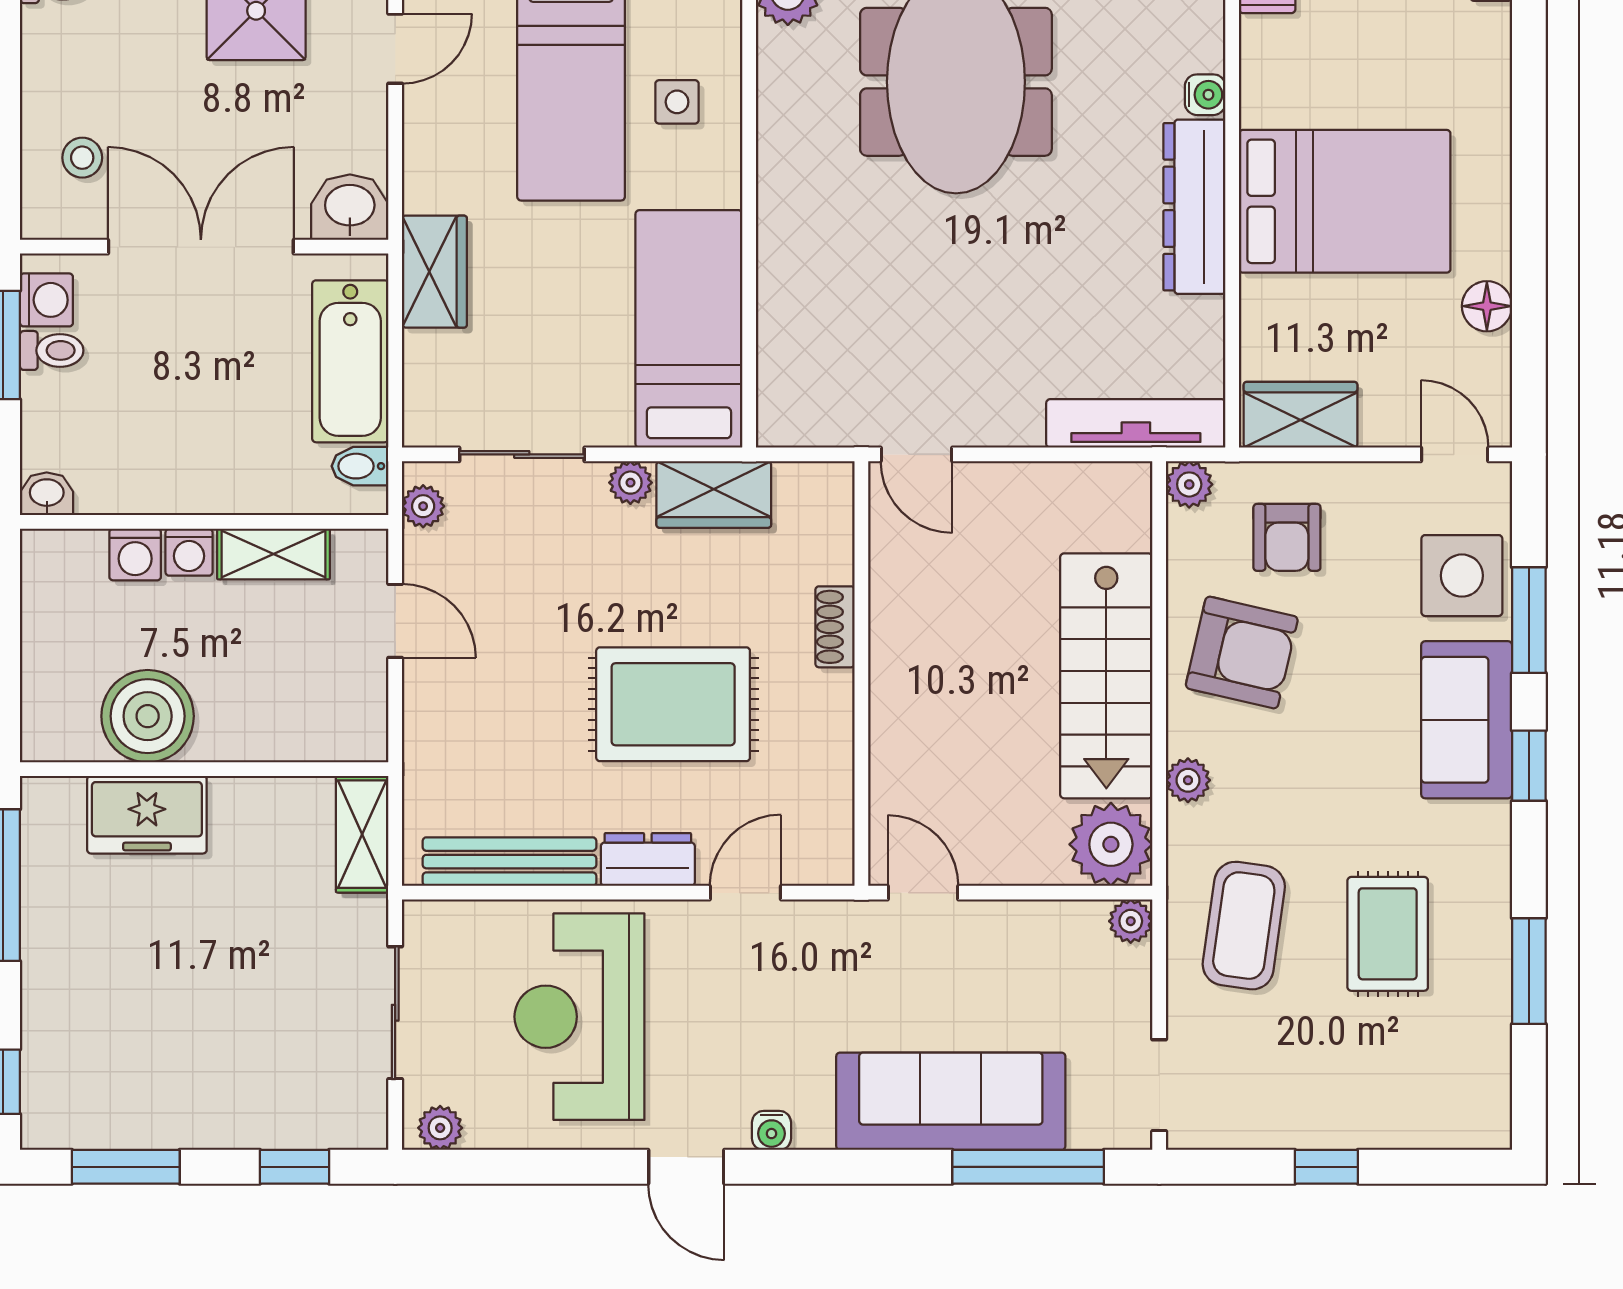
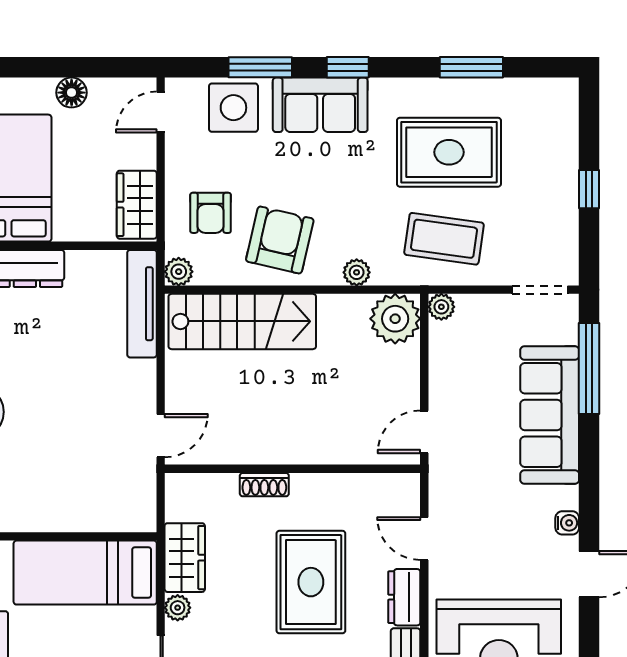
armchair: (1287, 537) -> (211, 213), turned 90
stairs: (1106, 676) -> (242, 321), moved
rug: (1388, 934) -> (449, 152), width x1.36, depth x1.43

